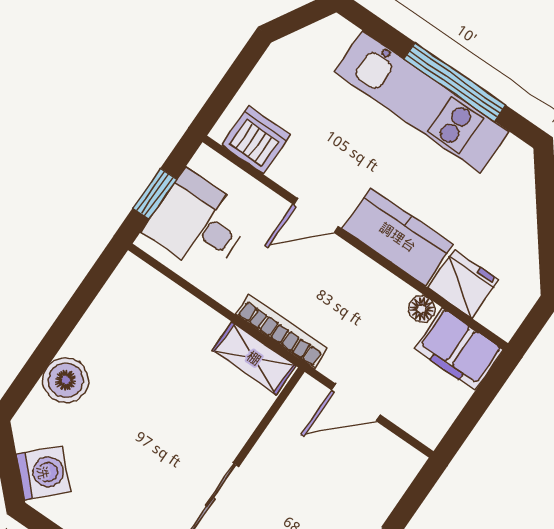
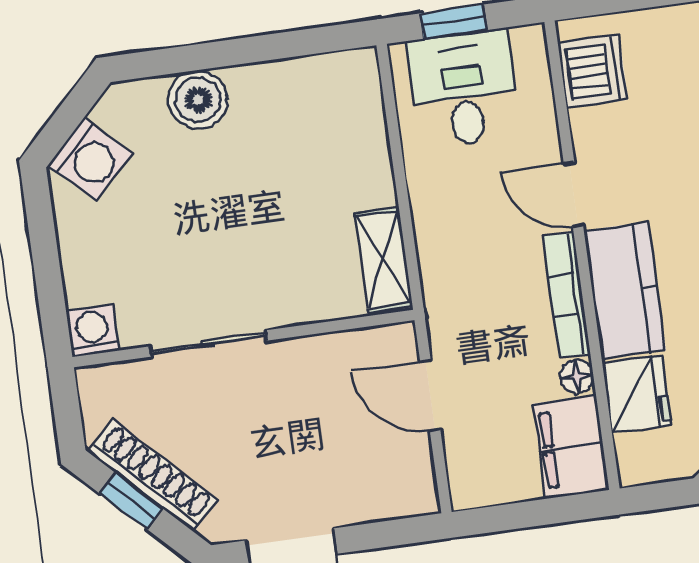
bookcase: (281, 331) -> (566, 295), moved, turned 180

